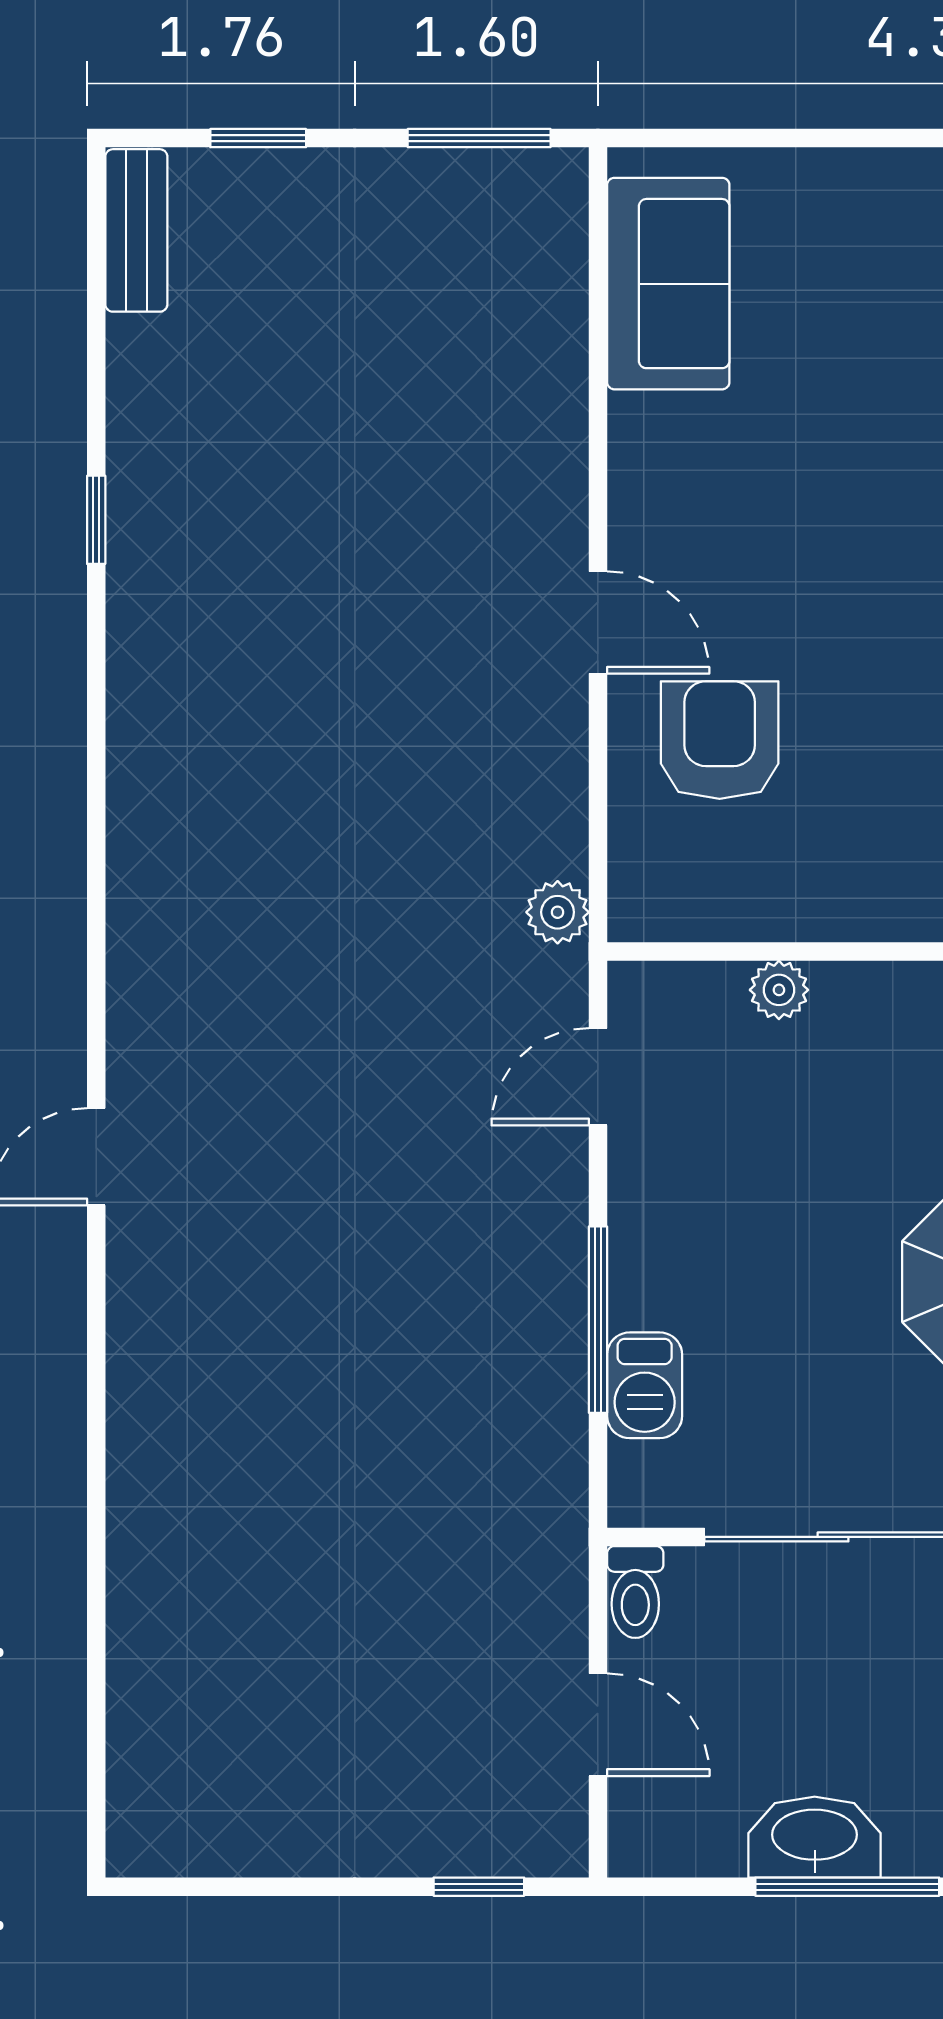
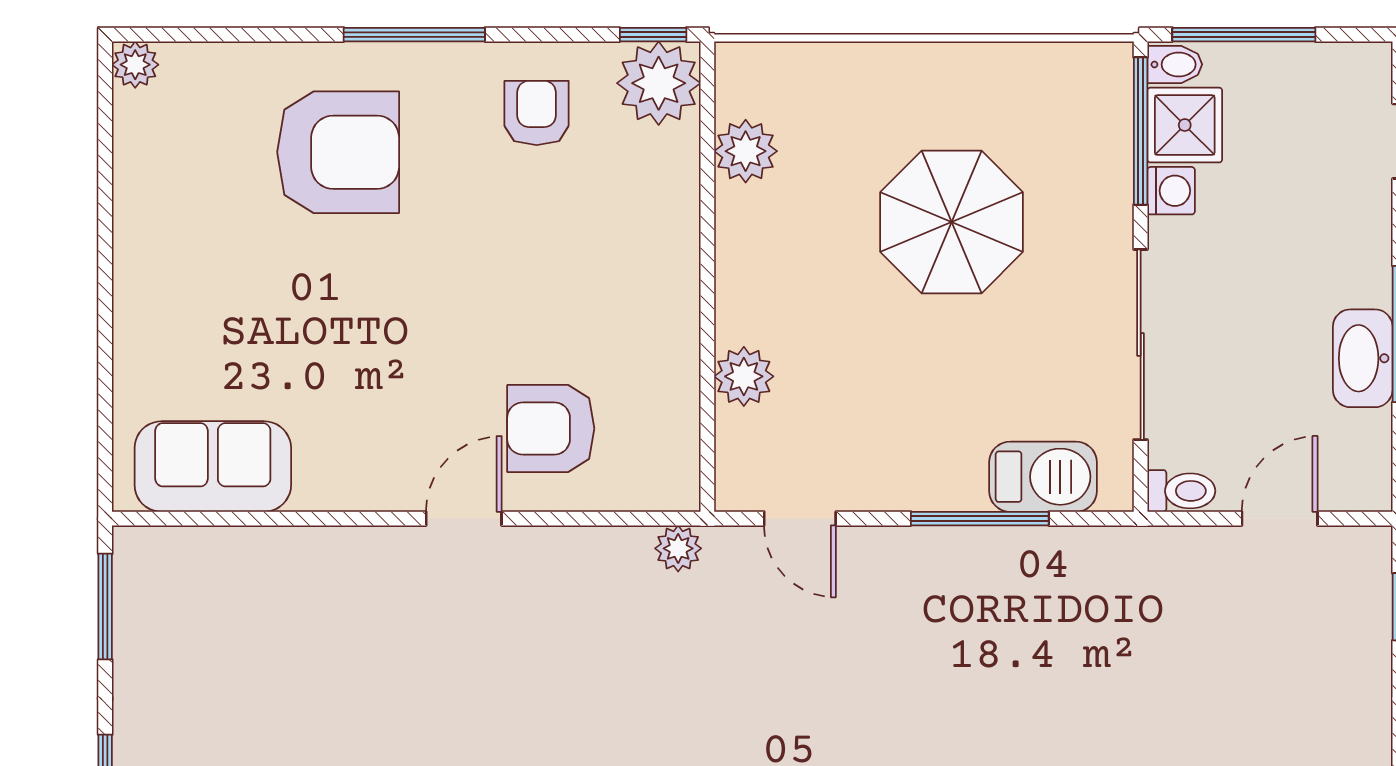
plant: (779, 990) -> (744, 376), width x1.38, depth x1.38
barbecue: (645, 1385) -> (1043, 477), width x1.38, depth x1.27

